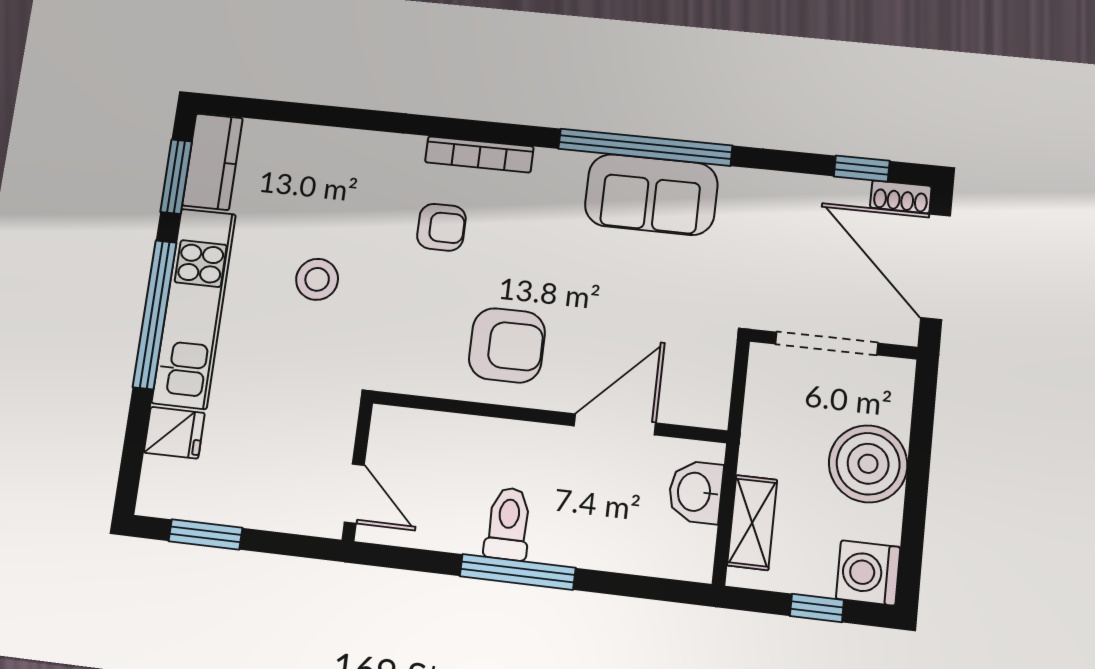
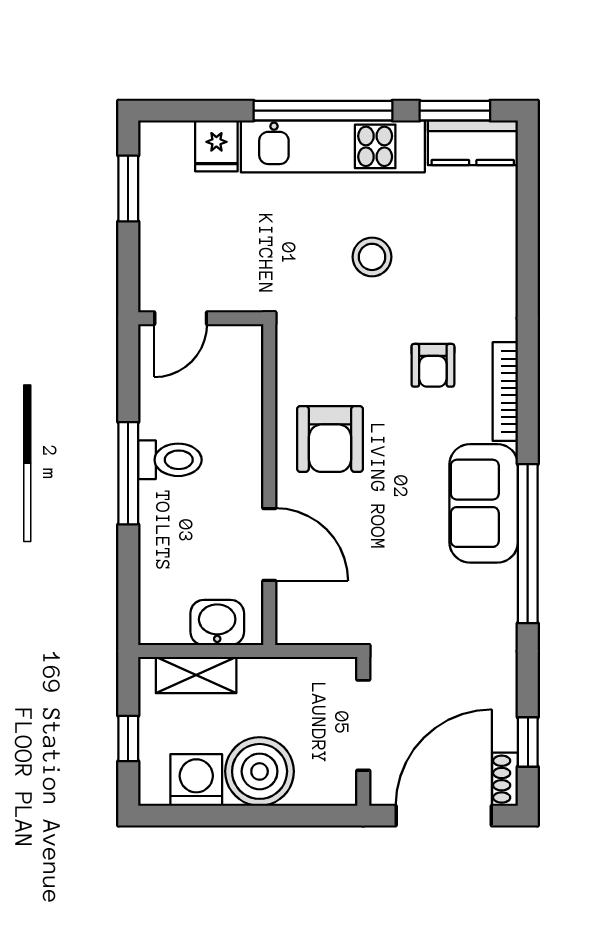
sofa: (651, 195) -> (484, 503), moved
washing machine: (868, 573) -> (196, 780), moved

